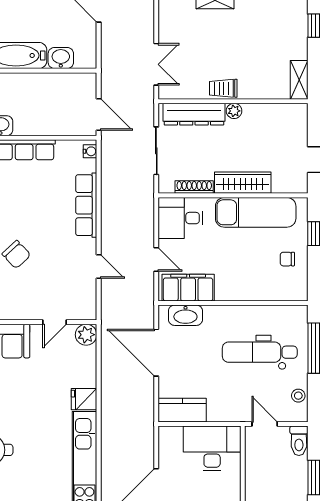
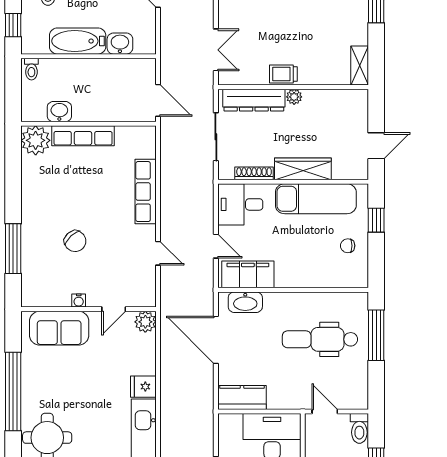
water cooler: (90, 151) -> (79, 301), moved, turned 90
stool: (298, 396) -> (359, 383), removed

